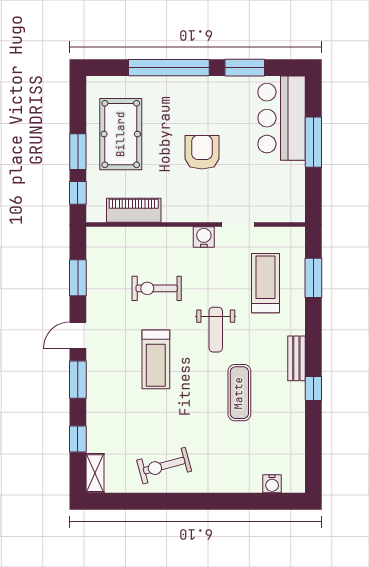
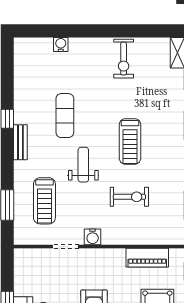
treadmill: (156, 359) -> (130, 141), turned 180
exercise bike: (164, 466) -> (124, 59), turned 105
water cooler: (272, 484) -> (61, 44), moved

